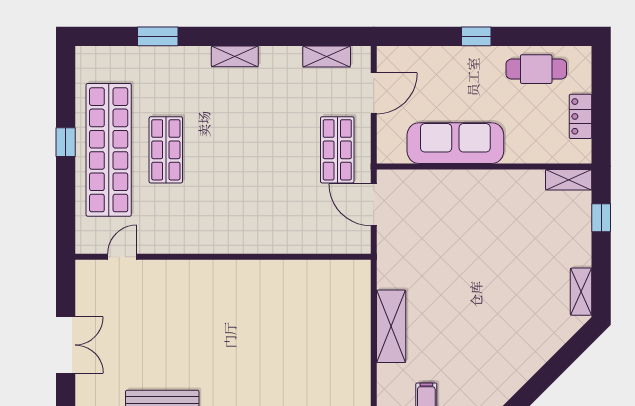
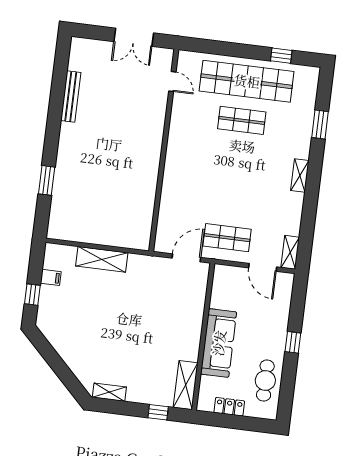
shelving: (327, 56) -> (290, 252), moved
window: (66, 142) -> (281, 56), moved
sofa: (455, 143) -> (219, 343), moved
shelving: (569, 180) -> (186, 385), width x1.50, depth x1.33
double door: (66, 345) -> (134, 37), moved

